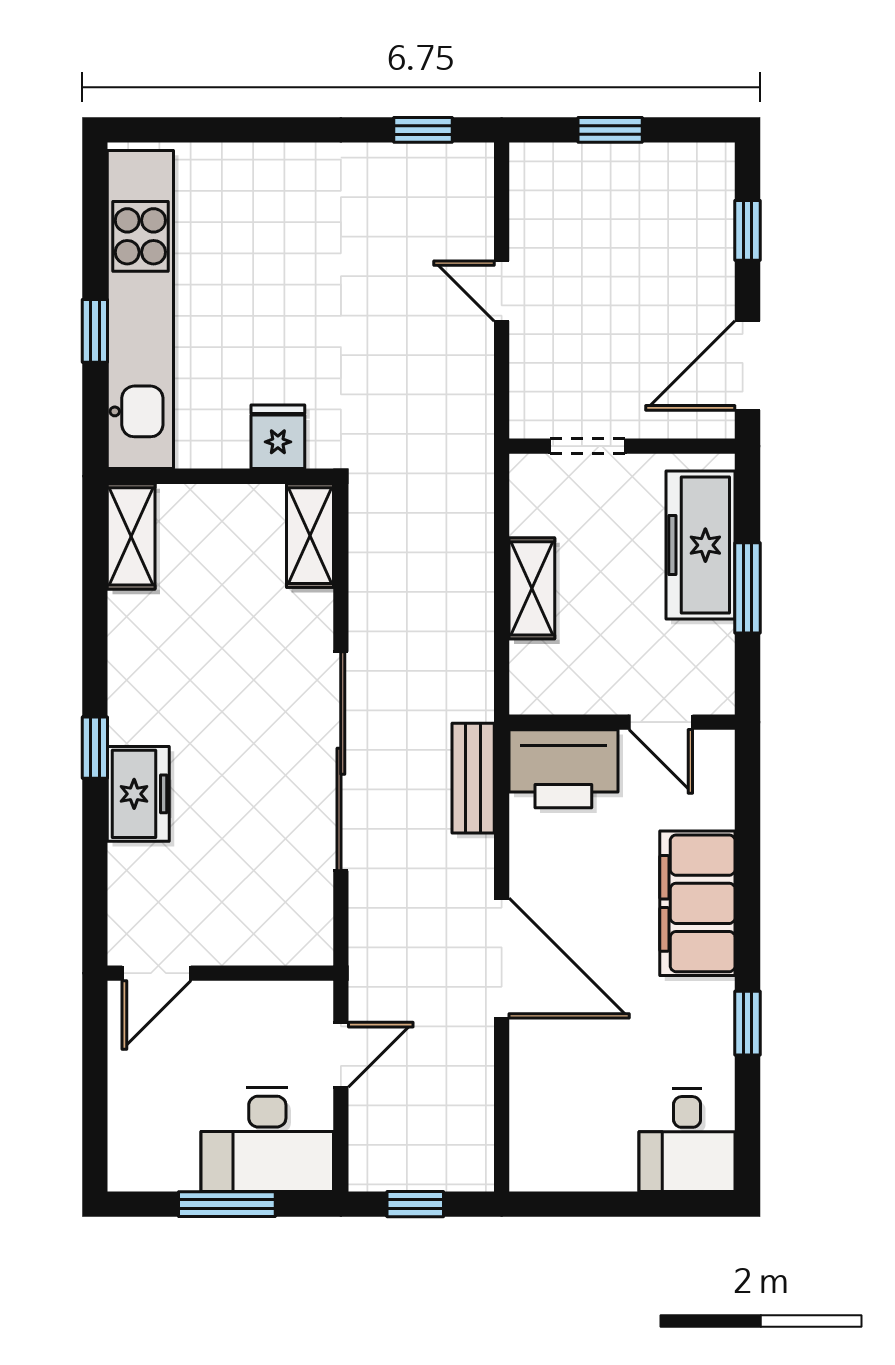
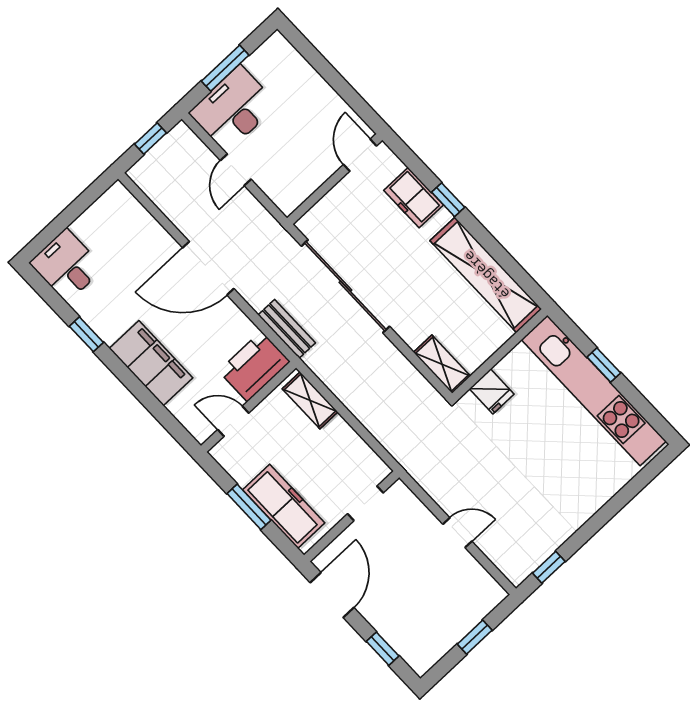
shelving: (131, 536) -> (486, 275), width x2.20, depth x1.33
shelving: (532, 588) -> (310, 400), moved
door: (156, 973) -> (360, 155), moved
wall: (220, 973) -> (335, 179), moved

